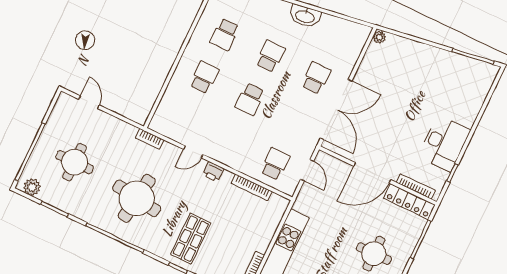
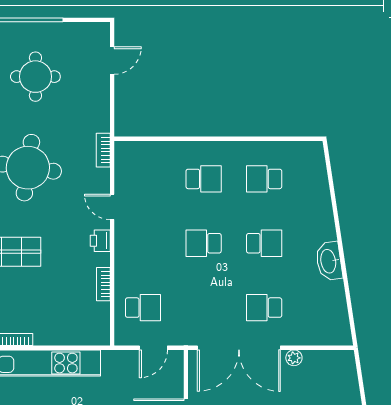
plant: (379, 37) -> (294, 358), moved
school desk: (316, 78) -> (264, 308), turned 180
bookcase: (252, 187) -> (103, 284), width x0.64

